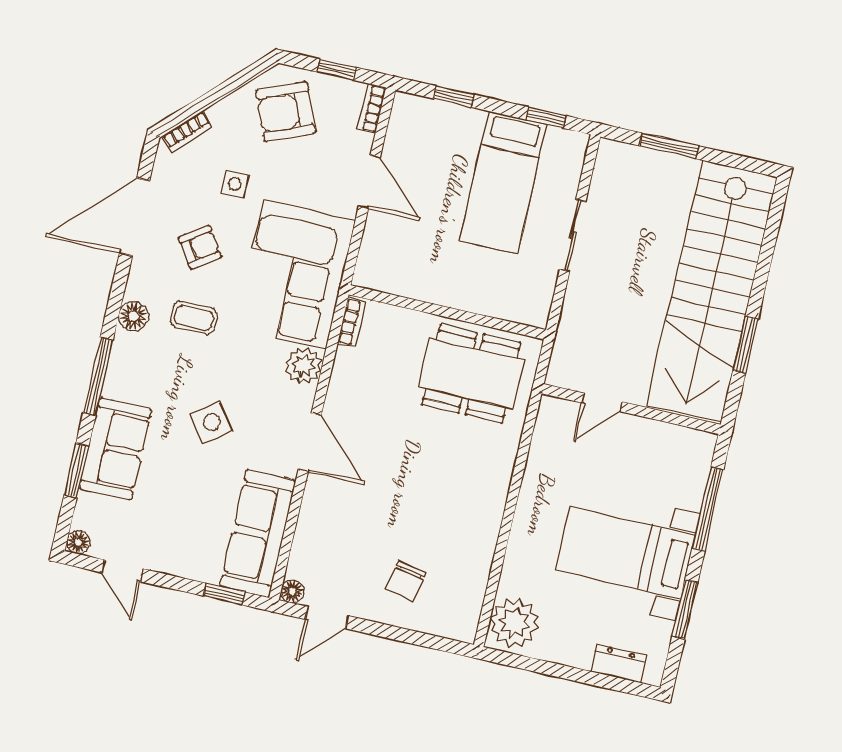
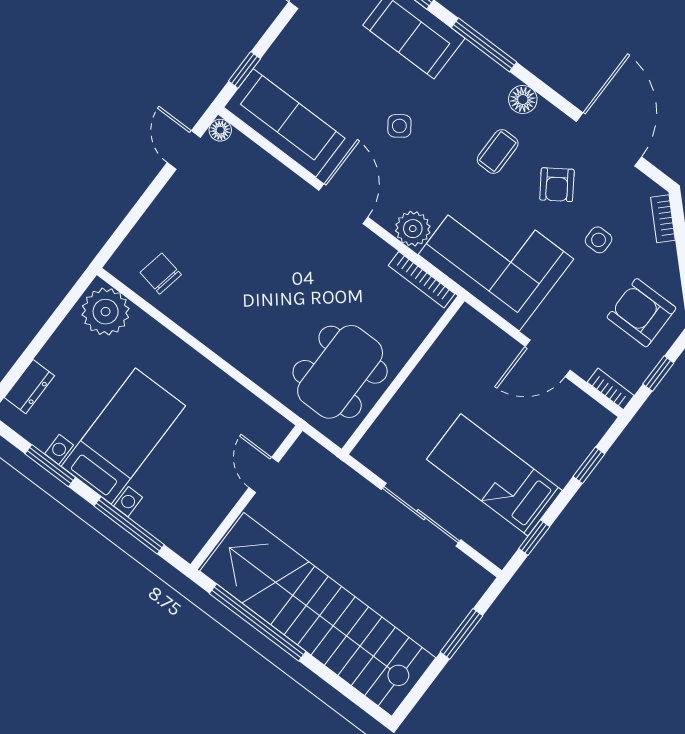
armchair: (286, 112) -> (641, 313), turned -67
sliding door: (573, 235) -> (421, 515), width x1.37
bookcase: (352, 323) -> (421, 280), width x1.56
window: (745, 345) -> (258, 622), width x2.11
side table: (212, 422) -> (399, 126), width x0.73, depth x0.73
door: (310, 442) -> (343, 204), swing flipped
chair: (406, 581) -> (161, 274), moved

